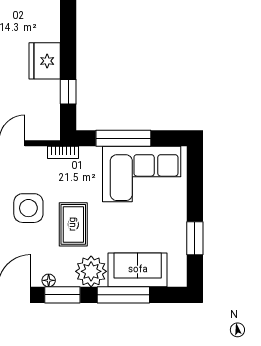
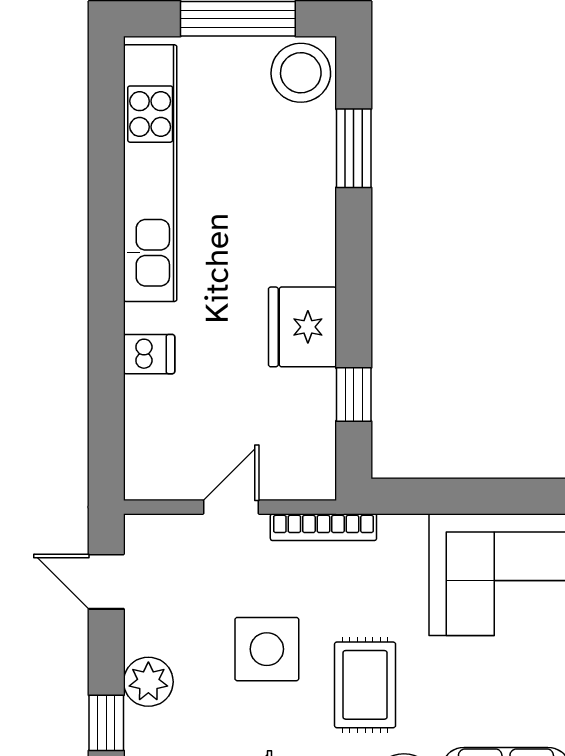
window: (123, 138) -> (475, 496), removed
bookcase: (63, 152) -> (323, 527), width x1.56

